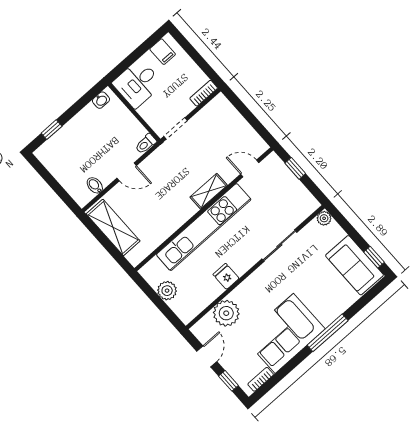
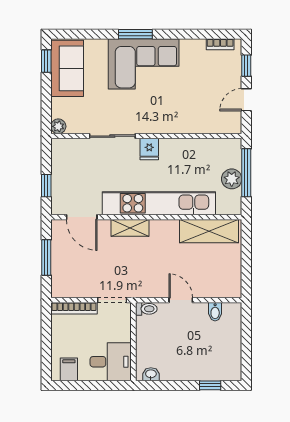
bookcase: (204, 93) -> (74, 308), width x1.56
window: (250, 117) -> (46, 257), added
door: (250, 168) -> (82, 217), width x1.38
shelving: (113, 227) -> (209, 231), moved, turned 90
fridge: (226, 276) -> (149, 149), moved
window: (160, 304) -> (246, 173), added
plant: (226, 313) -> (201, 120), removed
corner sofa: (284, 333) -> (144, 64), moved
window: (328, 333) -> (135, 34), width x0.69

